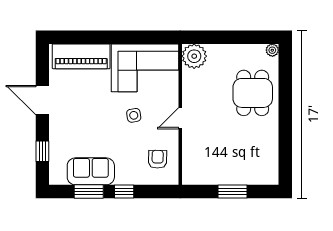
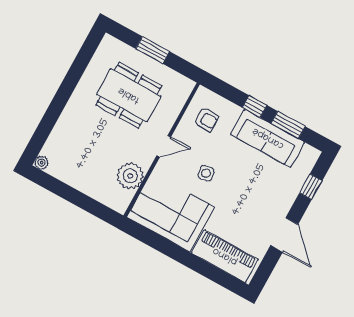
plant: (194, 56) -> (130, 176), moved
dining table: (253, 93) -> (129, 95), moved, width x1.38
armchair: (158, 159) -> (206, 119), turned -91
sofa: (91, 171) -> (268, 138), width x1.36

